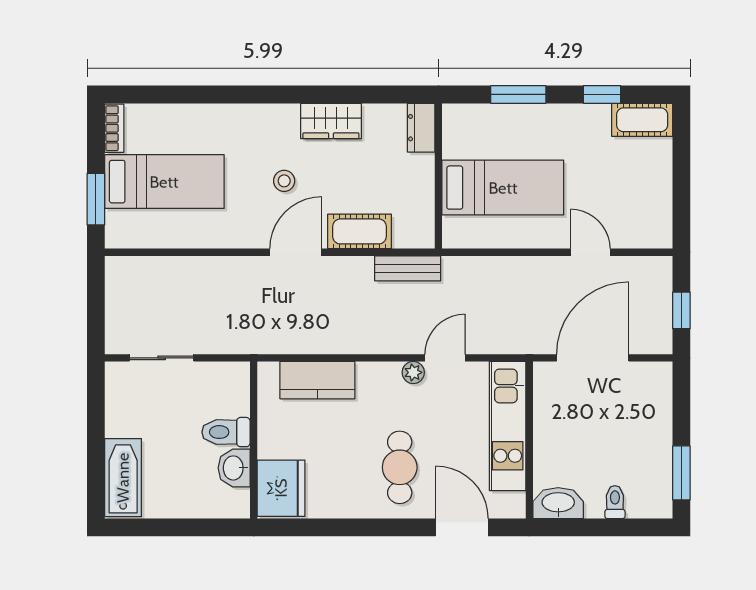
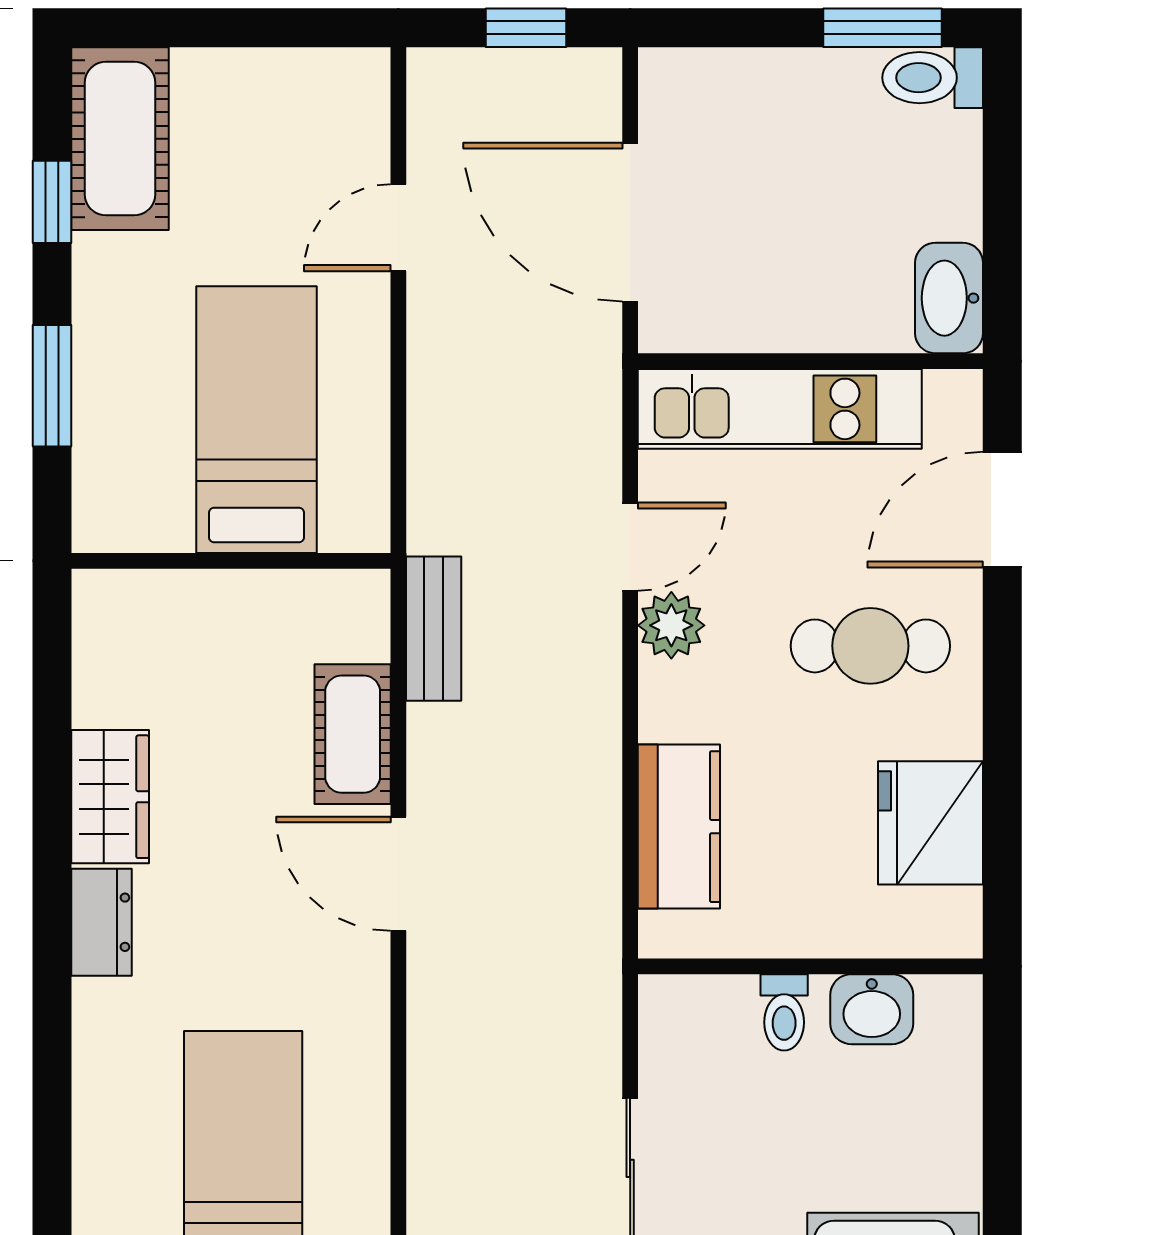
cot: (642, 120) -> (120, 139), width x1.37, depth x1.34
dresser: (421, 128) -> (101, 922), moved, turned -90
stool: (284, 181) -> (242, 899), removed
door: (445, 358) -> (630, 547), swing flipped
plant: (413, 372) -> (671, 625), width x1.38, depth x1.38
toilet: (226, 432) -> (784, 1012), width x0.73, depth x0.72
fridge: (281, 488) -> (931, 823), moved, turned -90
toilet: (615, 502) -> (933, 78), moved, width x1.37, depth x1.39

